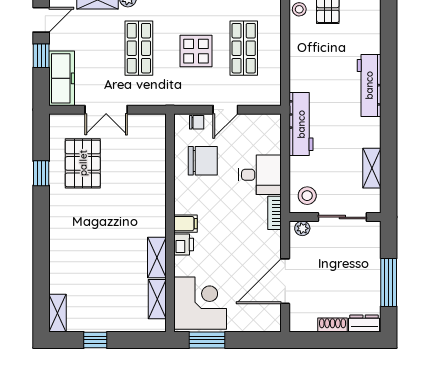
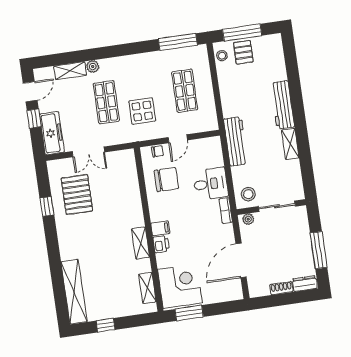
display table: (196, 51) -> (142, 111), moved
shelving: (372, 168) -> (290, 144), moved
shelving: (157, 257) -> (141, 243), moved
shelving: (58, 313) -> (74, 292), width x2.20, depth x1.33

